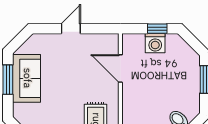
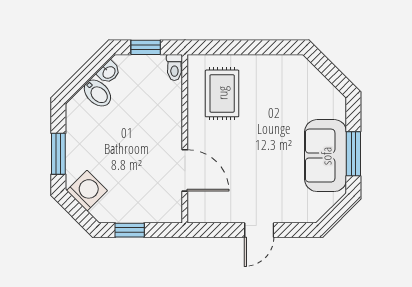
washing machine: (155, 43) -> (87, 191), moved, turned 45

